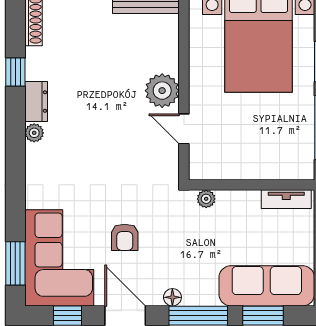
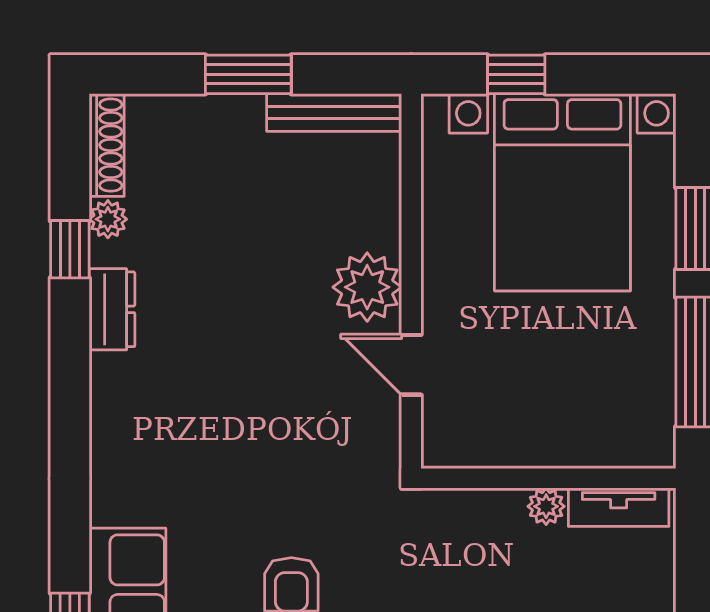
plant: (34, 133) -> (108, 219), moved
plant: (206, 199) -> (546, 506), moved

